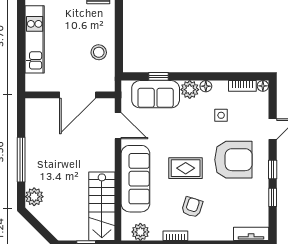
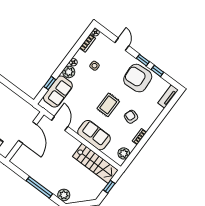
stool: (99, 52) -> (14, 105), removed
door: (118, 126) -> (60, 124), hinge flipped
armchair: (233, 160) -> (138, 78), moved, turned -94
sofa: (135, 179) -> (94, 135), width x0.73

